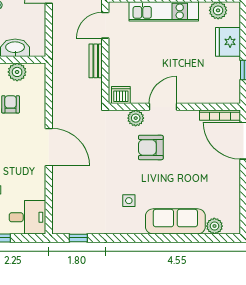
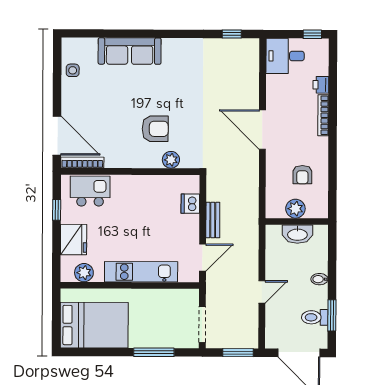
kitchen island: (212, 88) -> (90, 191), added
dishwasher: (121, 95) -> (190, 204), moved, turned 90
door: (163, 107) -> (142, 171), removed
side table: (129, 201) -> (73, 70), moved
plant: (214, 226) -> (88, 46), removed

